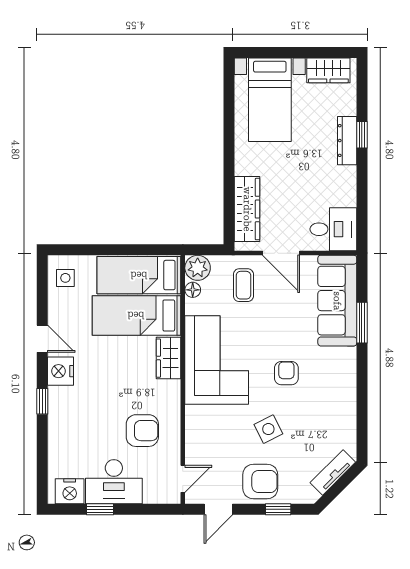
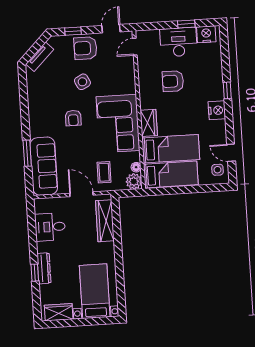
desk: (333, 229) -> (50, 227), moved
door: (42, 339) -> (231, 153), moved
armchair: (142, 431) -> (173, 81), moved

